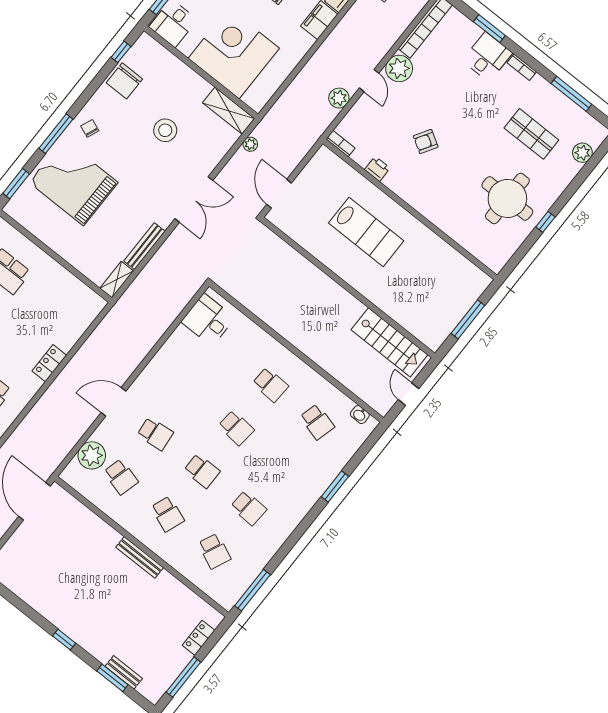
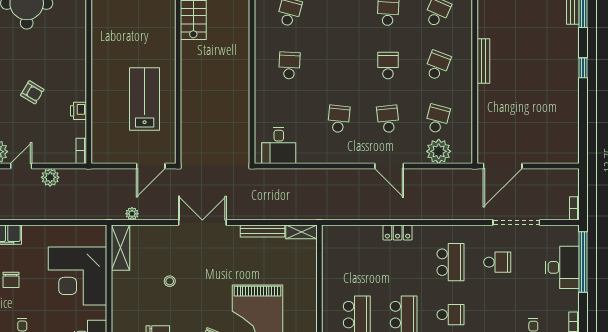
stool: (165, 130) -> (170, 281), width x0.53, depth x0.53
lab bench: (366, 232) -> (145, 99), moved
school desk: (236, 428) -> (339, 119), moved

